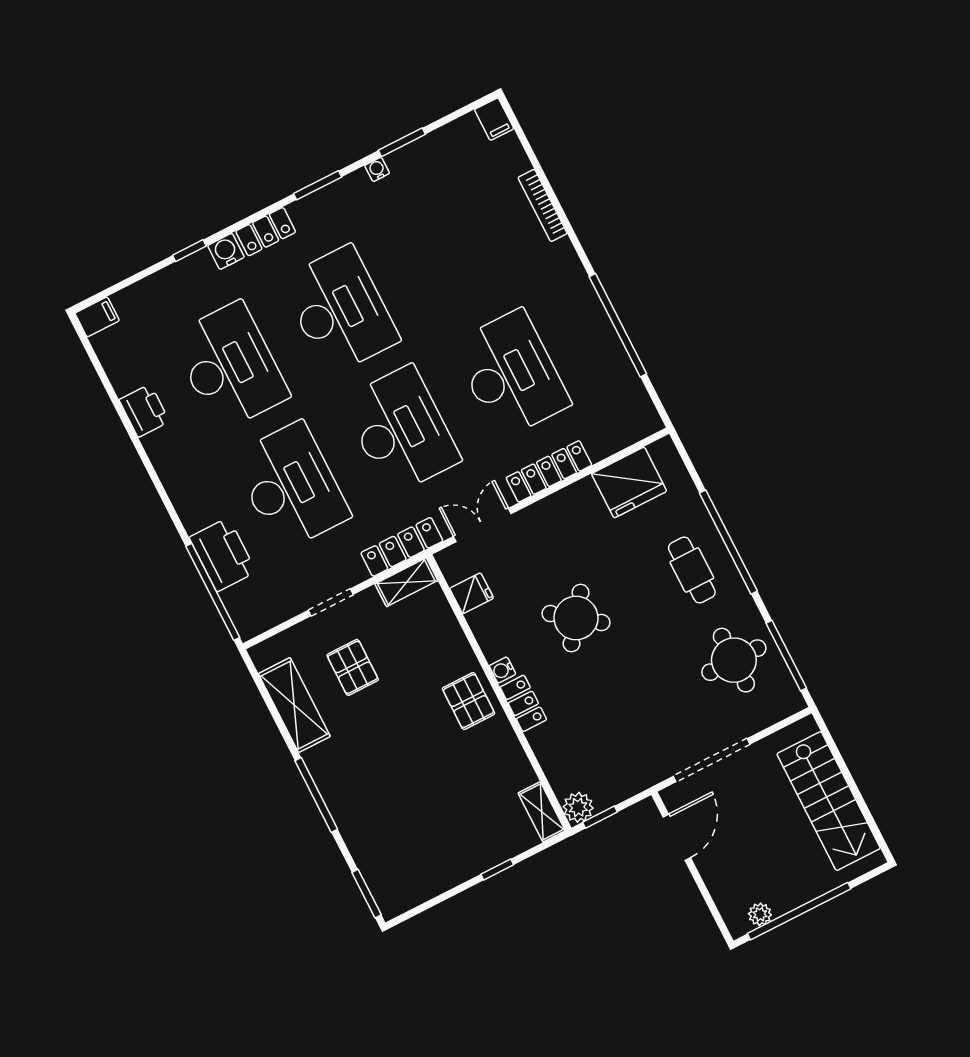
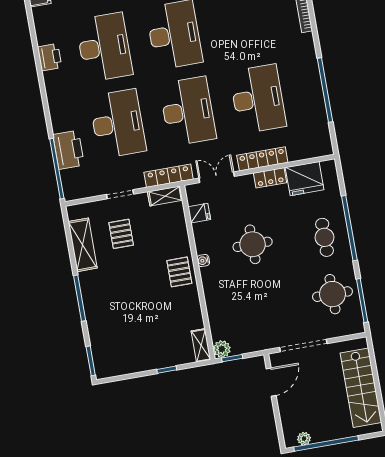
round table: (576, 618) -> (253, 244), turned -37
locker: (523, 703) -> (270, 178), moved, turned 90

